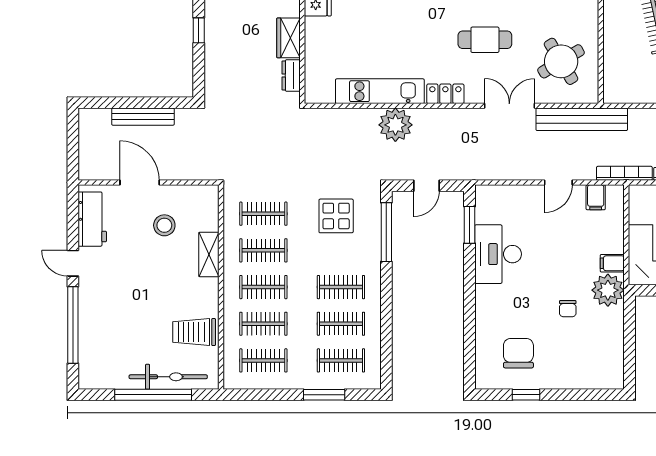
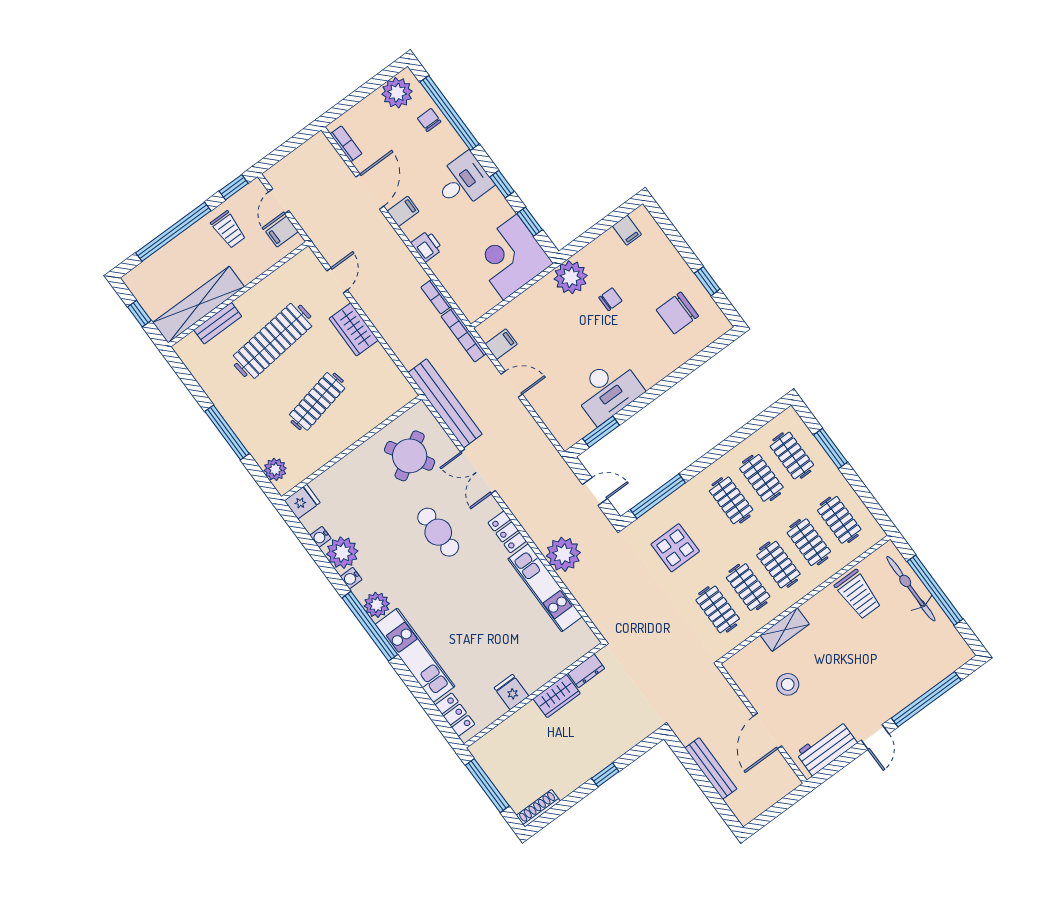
filing cabinet: (612, 263) -> (627, 230), moved

